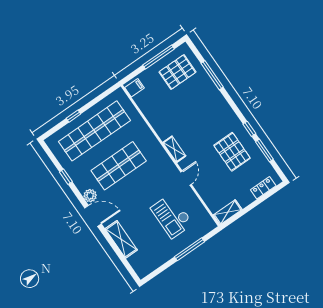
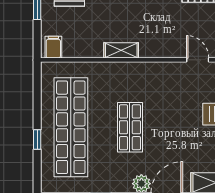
shelving: (174, 149) -> (121, 50), moved
shop shelf: (119, 166) -> (130, 127), width x0.70, depth x0.74

